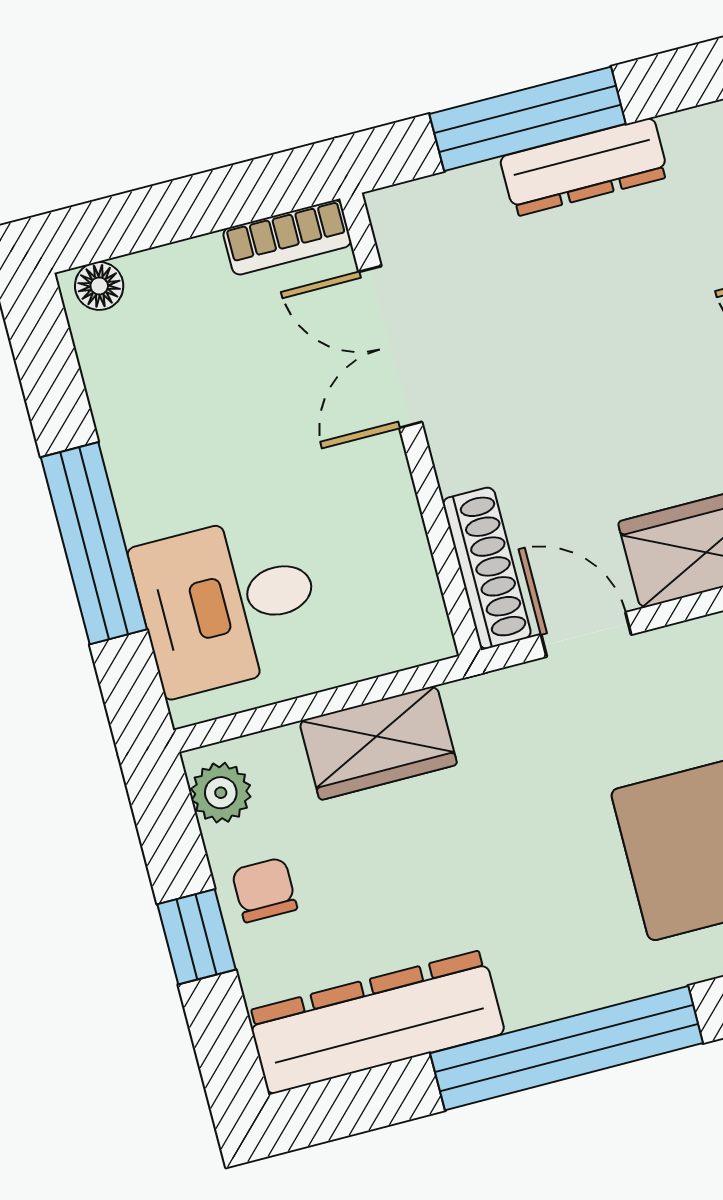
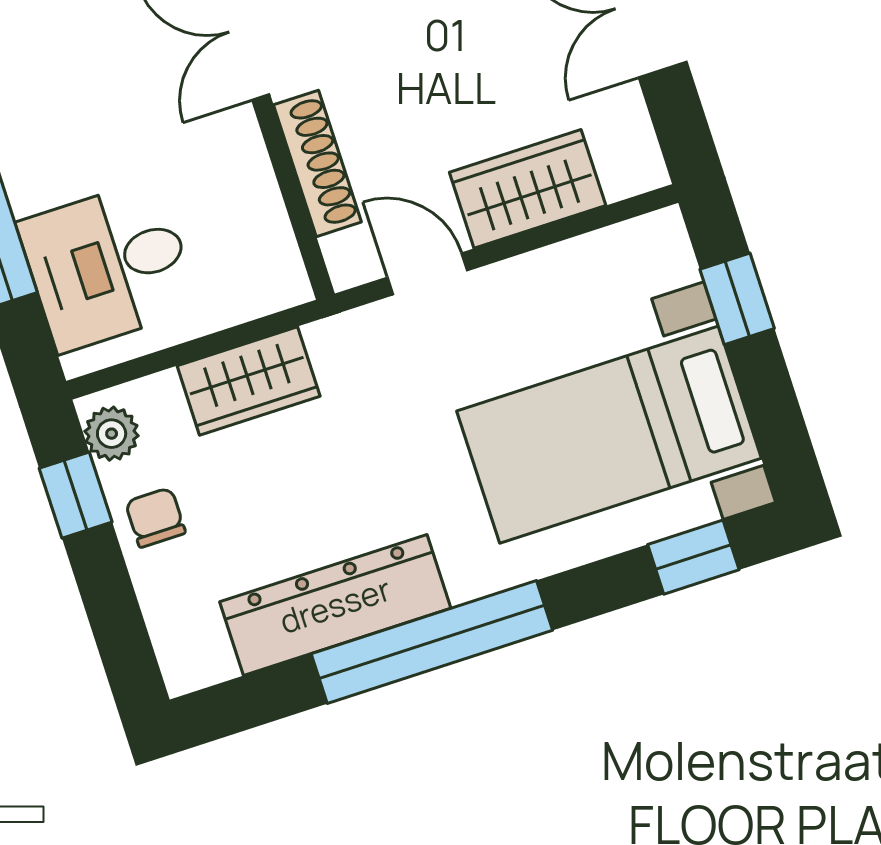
shoe rack: (487, 568) -> (317, 163), moved
window: (197, 937) -> (76, 495), moved
dresser: (376, 1022) -> (335, 605), moved

